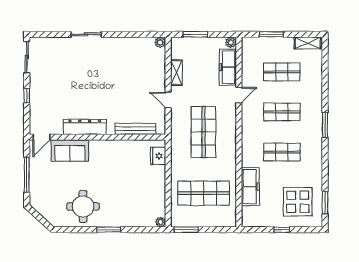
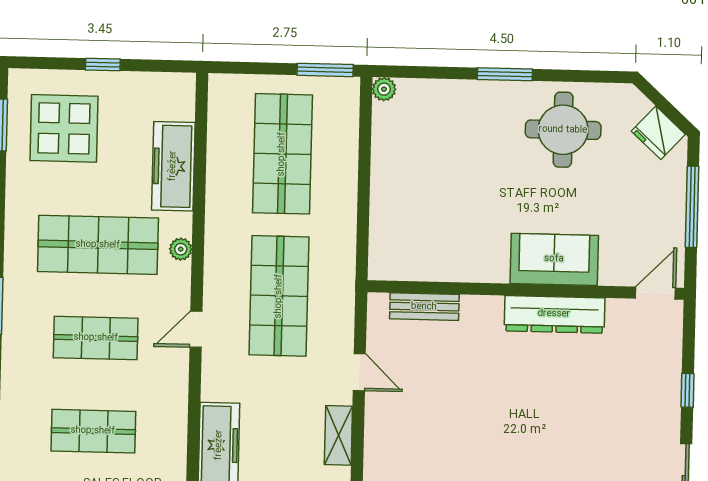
door: (239, 95) -> (196, 329), moved
bench: (135, 129) -> (424, 307), width x0.73
sofa: (70, 151) -> (554, 259), moved
plant: (246, 151) -> (181, 249), added
shop shelf: (282, 152) -> (98, 245), width x1.43, depth x1.36
fridge: (158, 156) -> (658, 133), moved, turned 133
shop shelf: (203, 193) -> (282, 154), turned 90

